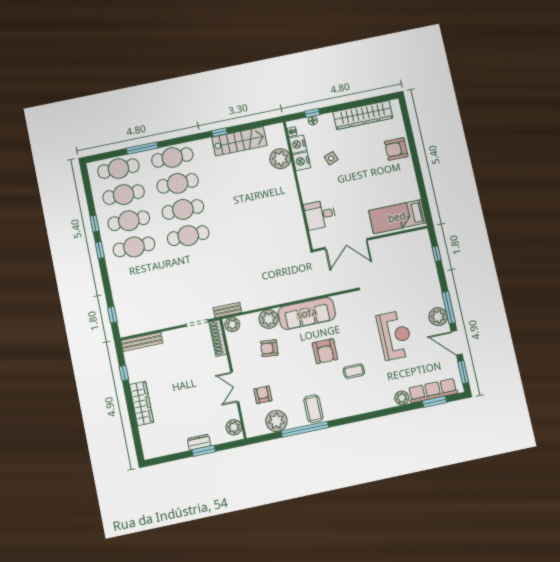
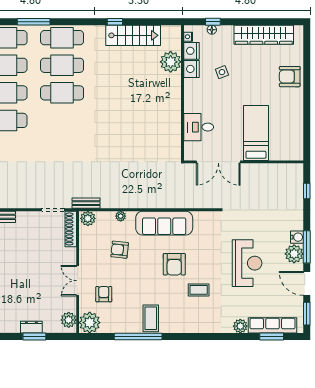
bed: (397, 217) -> (256, 133), moved, turned 90
cafe table: (188, 236) -> (62, 120), removed
water cooler: (437, 300) -> (297, 237), added
plant: (269, 319) -> (121, 216), width x0.53, depth x0.53
plant: (276, 421) -> (90, 323), moved

